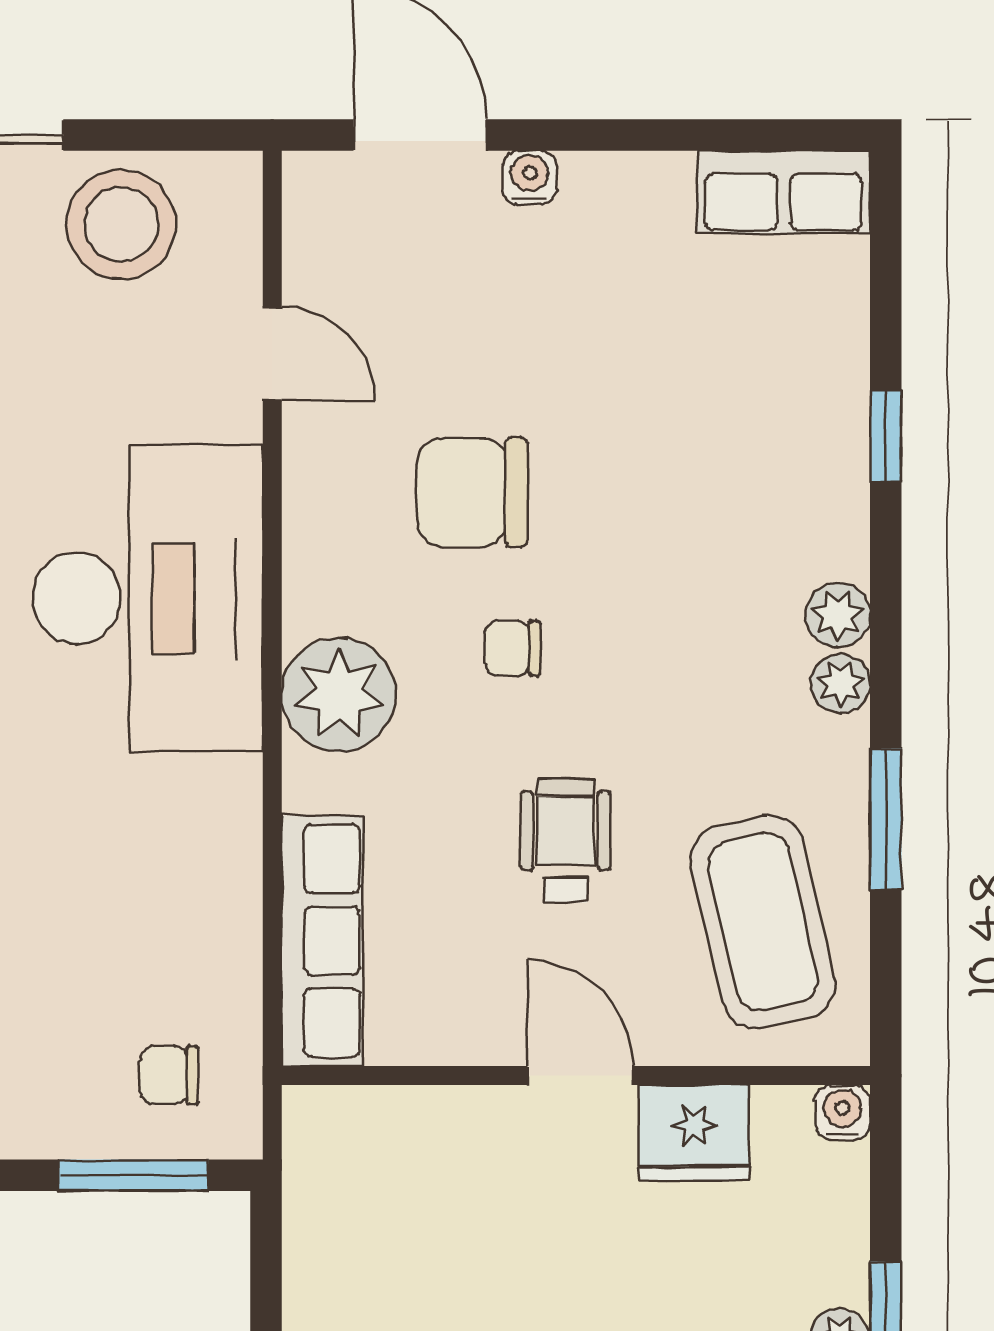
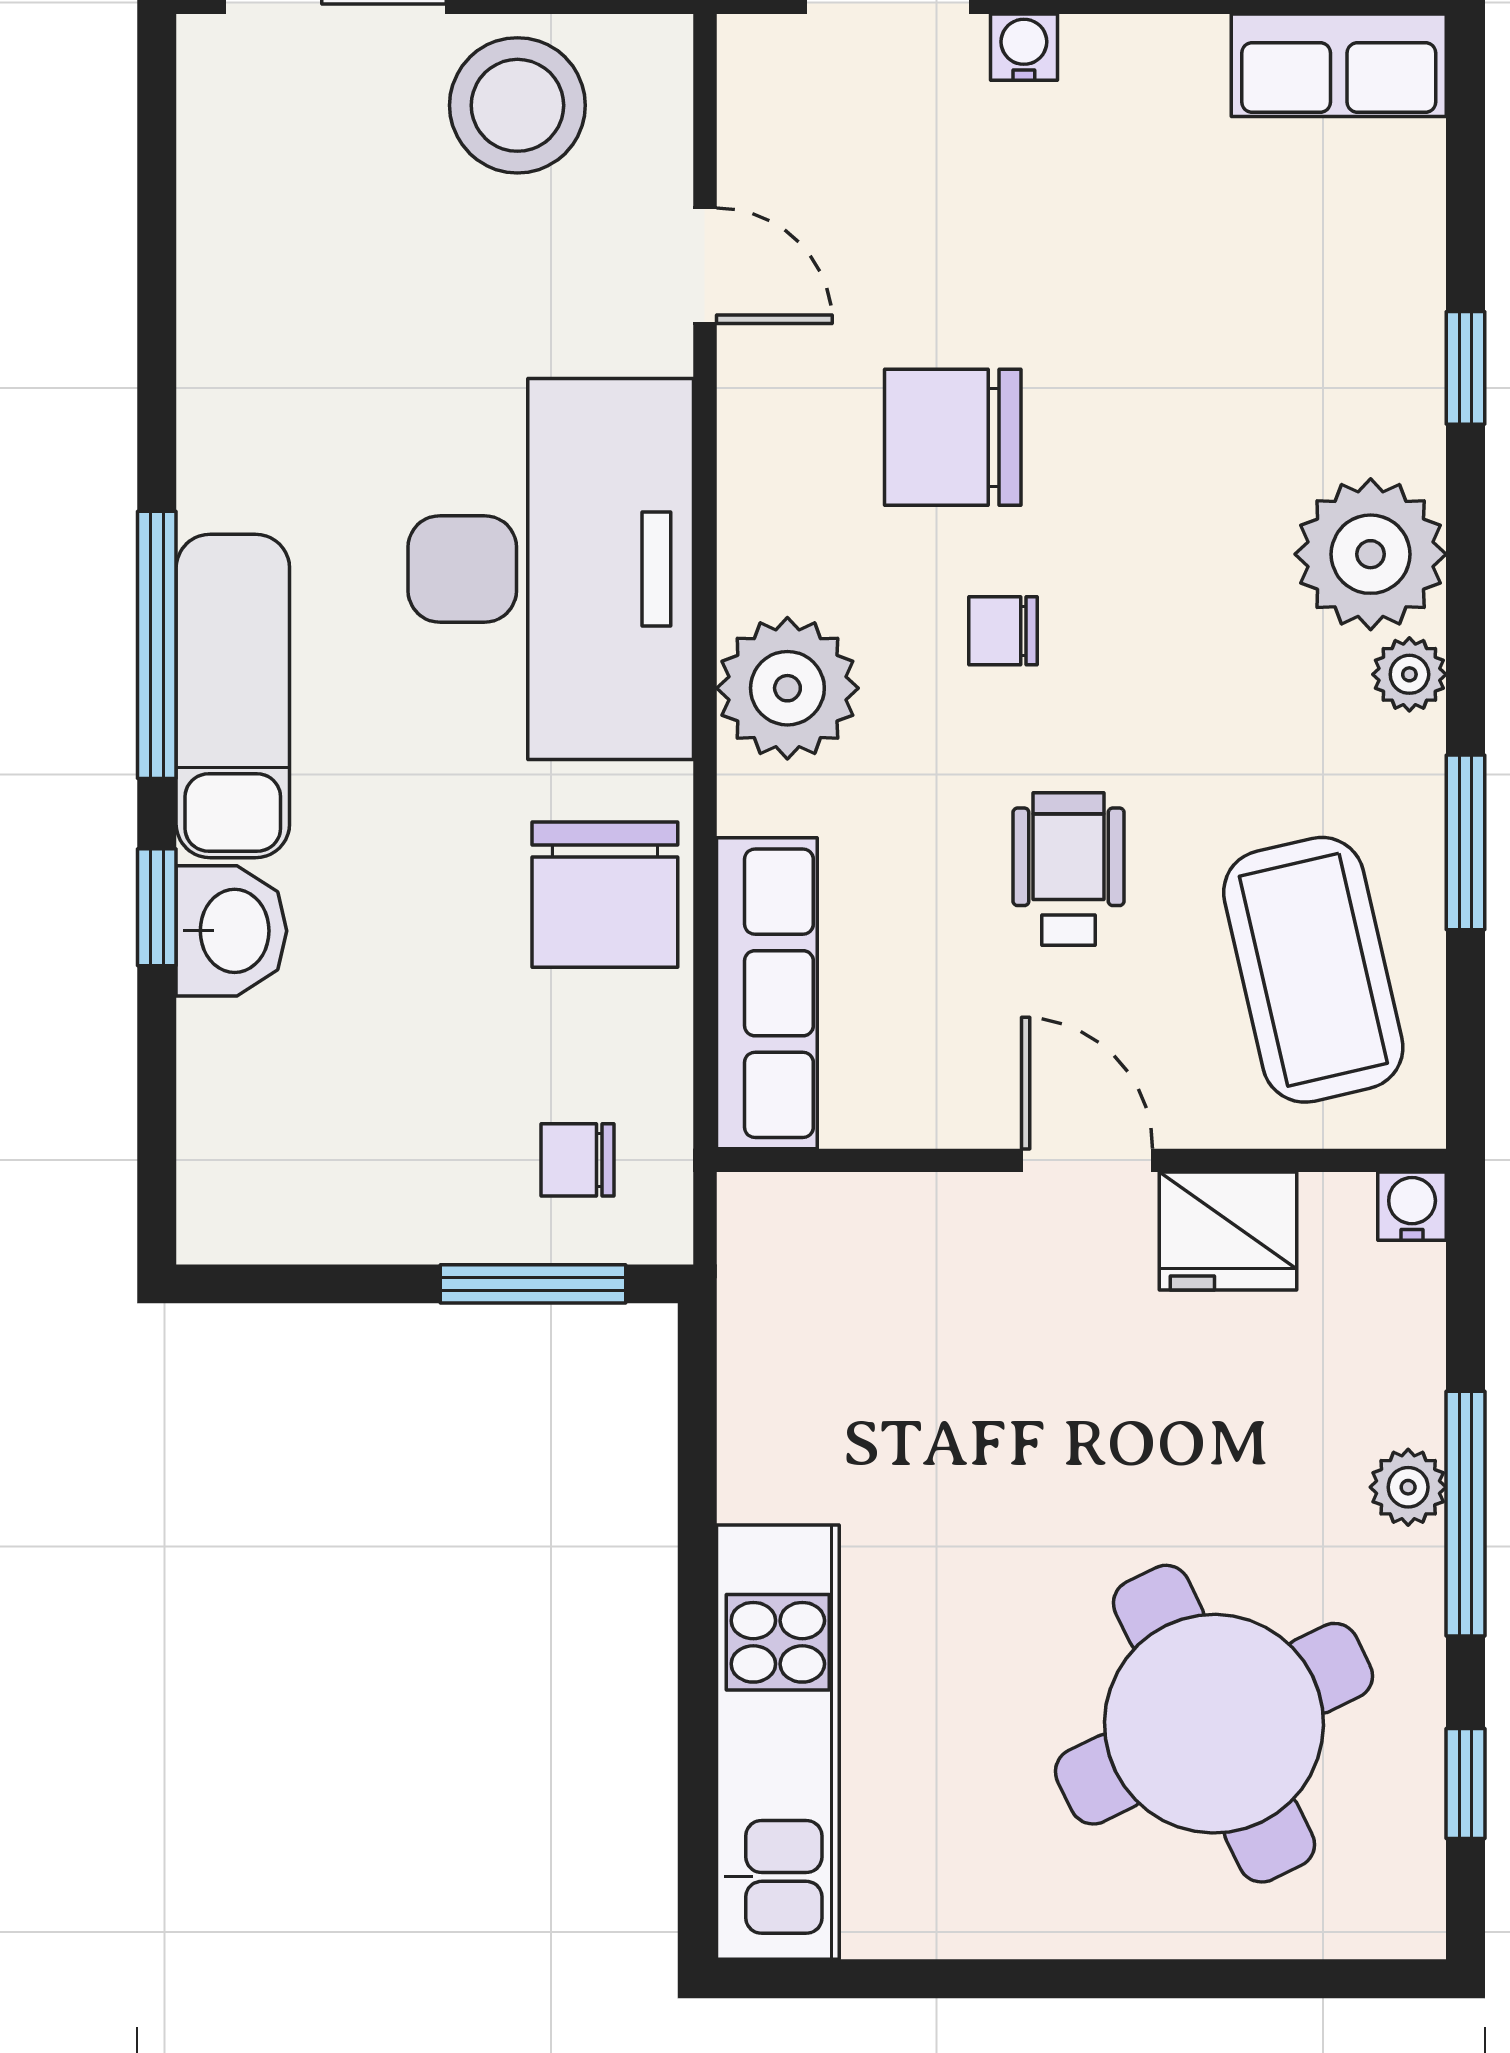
plant: (838, 615) -> (1371, 554), width x1.88, depth x1.88
chair: (191, 861) -> (605, 895), added

